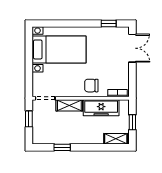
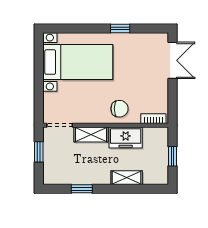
window: (109, 24) -> (120, 28), moved
chair: (91, 86) -> (119, 109), turned 180
freezer: (101, 108) -> (126, 137), width x0.71
shelving: (116, 139) -> (127, 178), moved

